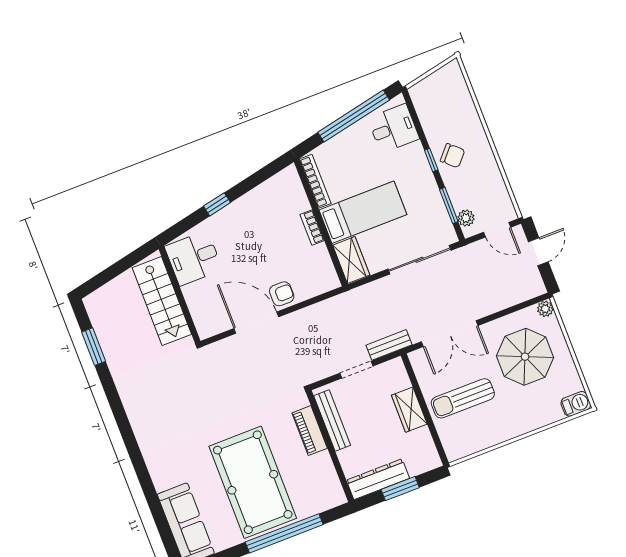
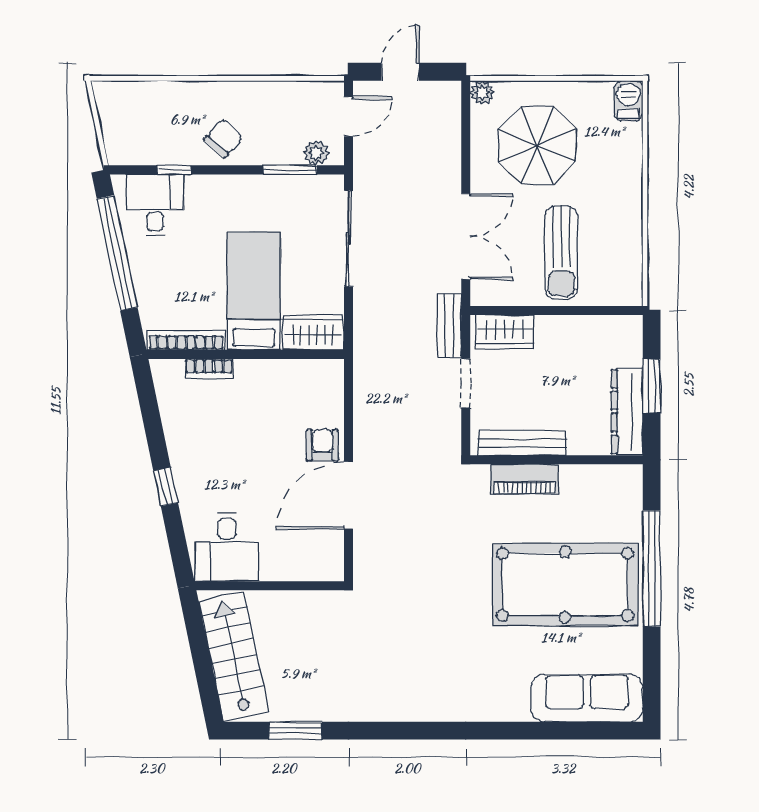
window: (431, 160) -> (174, 170), moved
bookcase: (312, 227) -> (209, 369), moved
door: (538, 252) -> (400, 72), hinge flipped
stairs: (162, 301) -> (234, 656), moved, turned -102
wardrobe: (409, 410) -> (505, 332), moved

